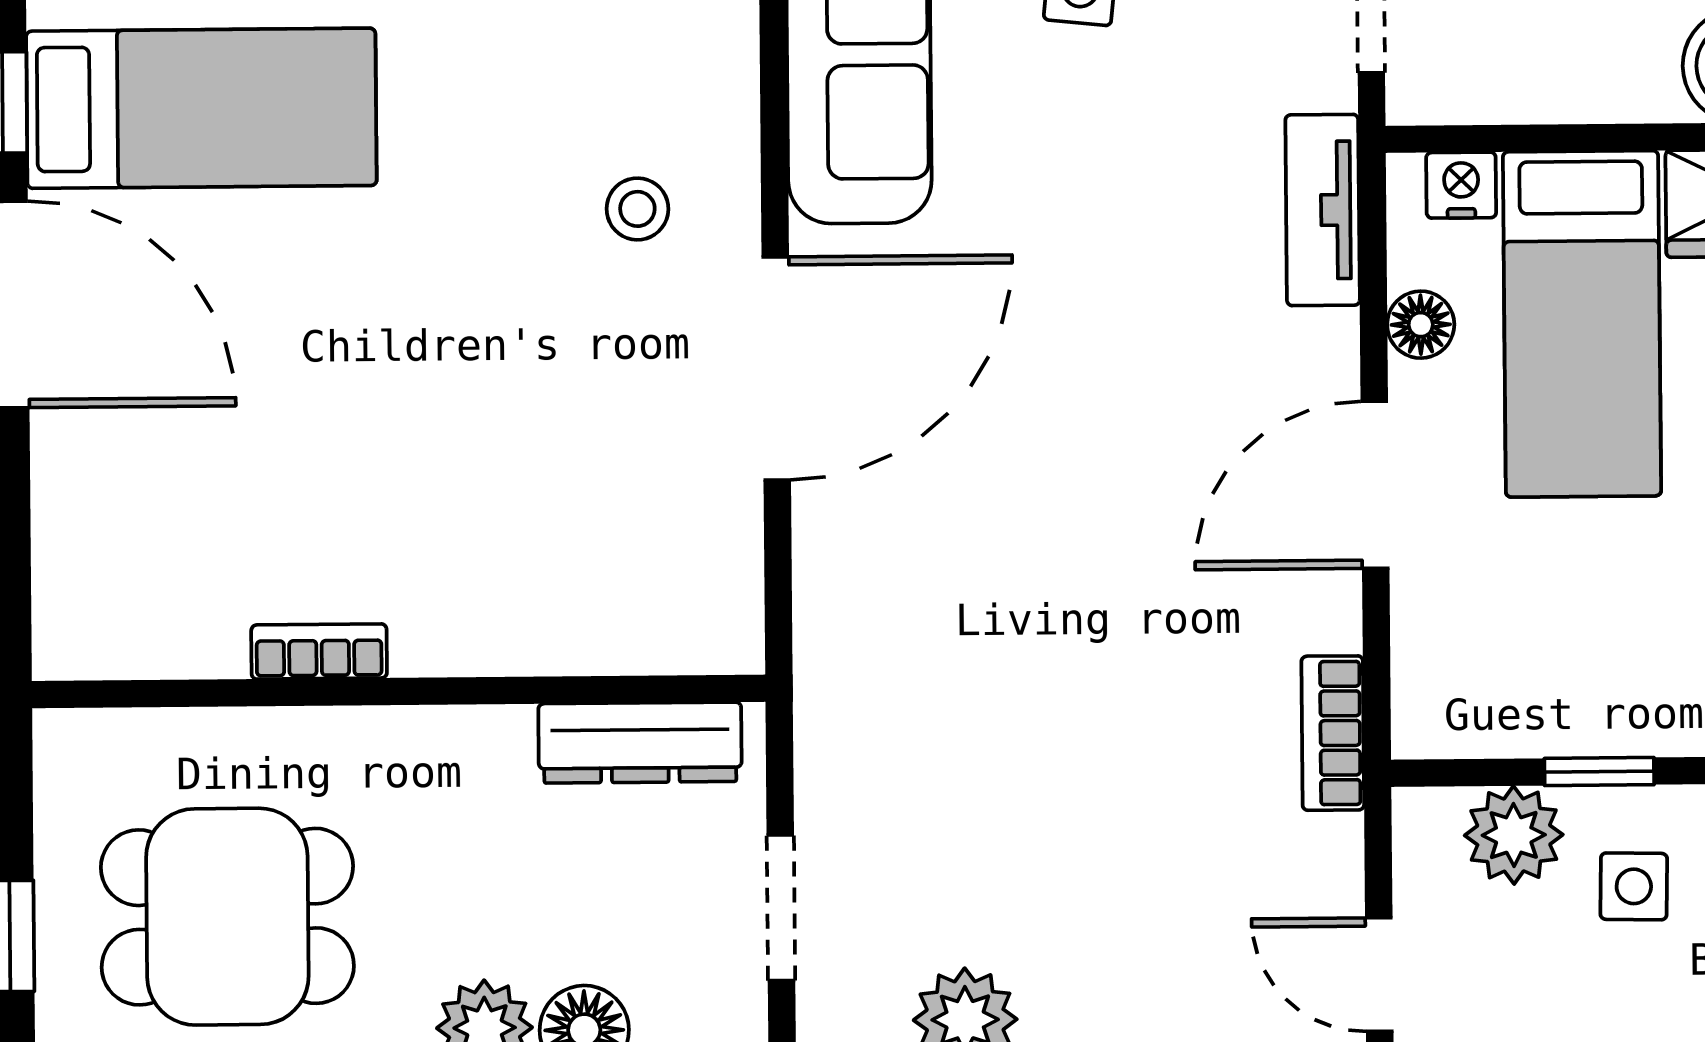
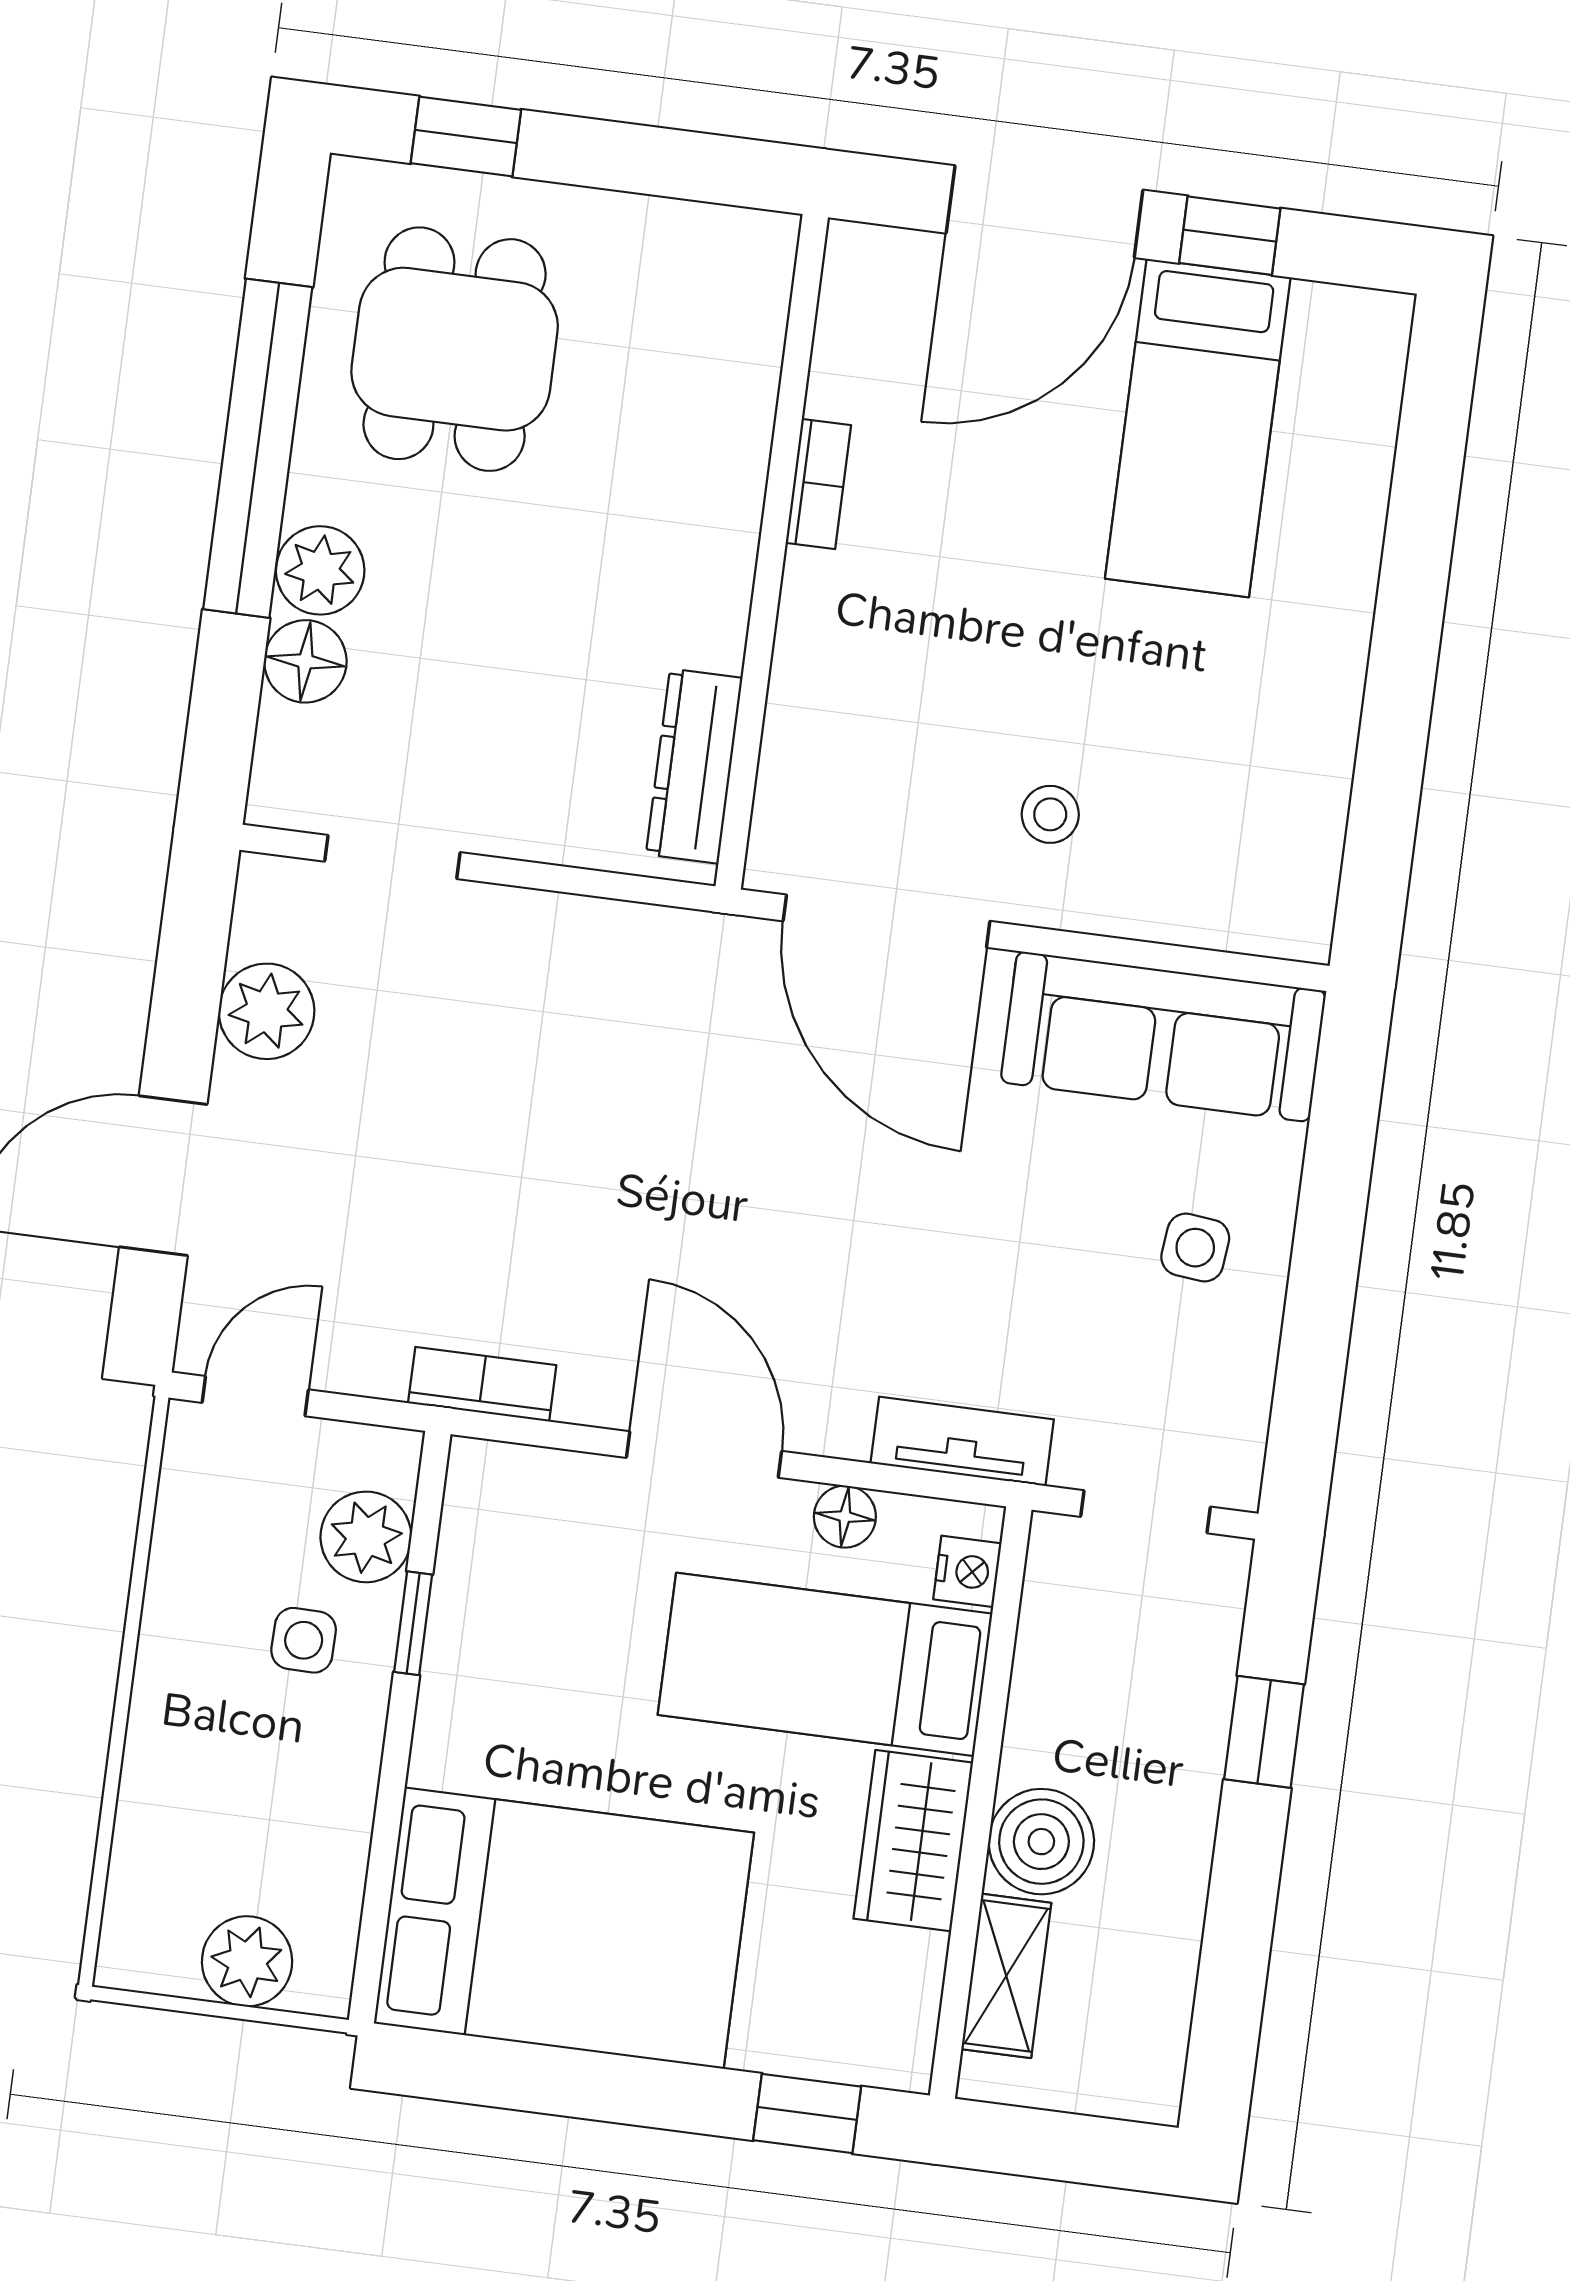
bookcase: (319, 651) -> (818, 484), moved
wall: (399, 691) -> (772, 552), moved
dresser: (640, 743) -> (694, 766), moved

